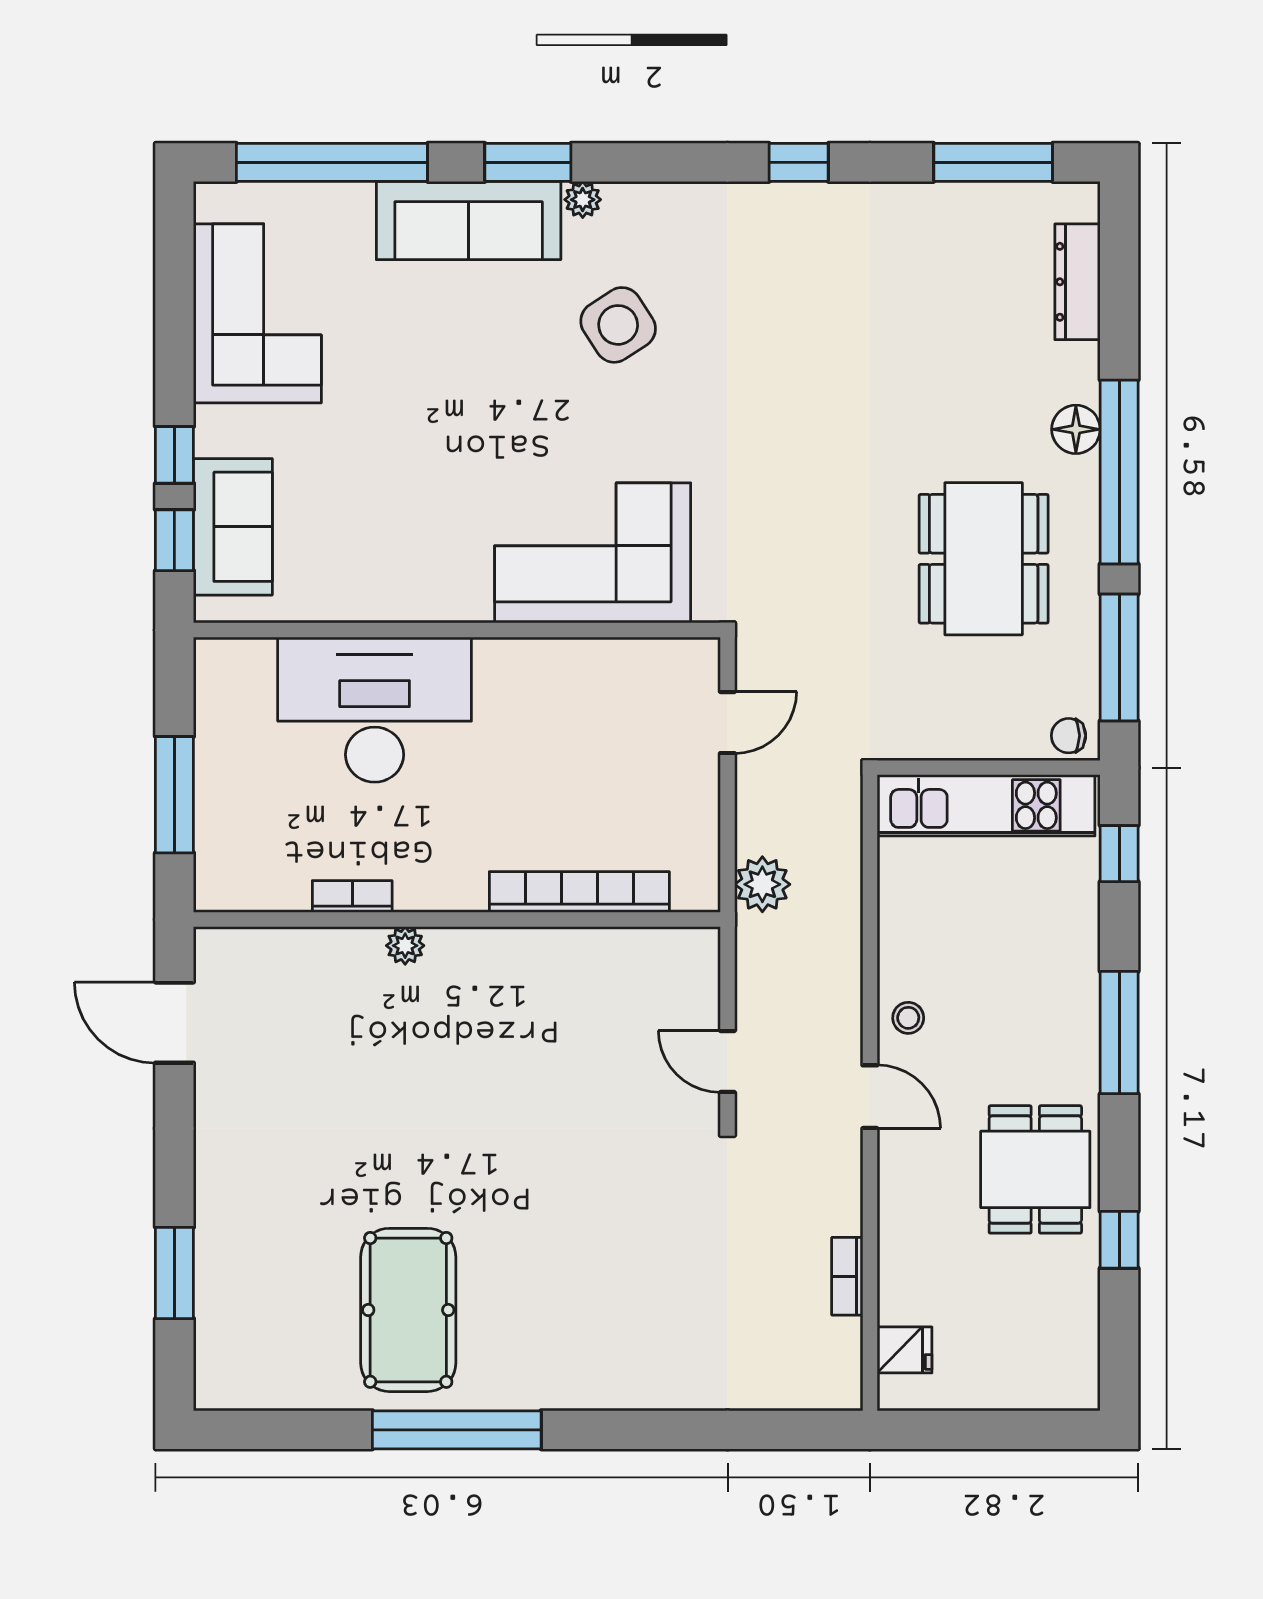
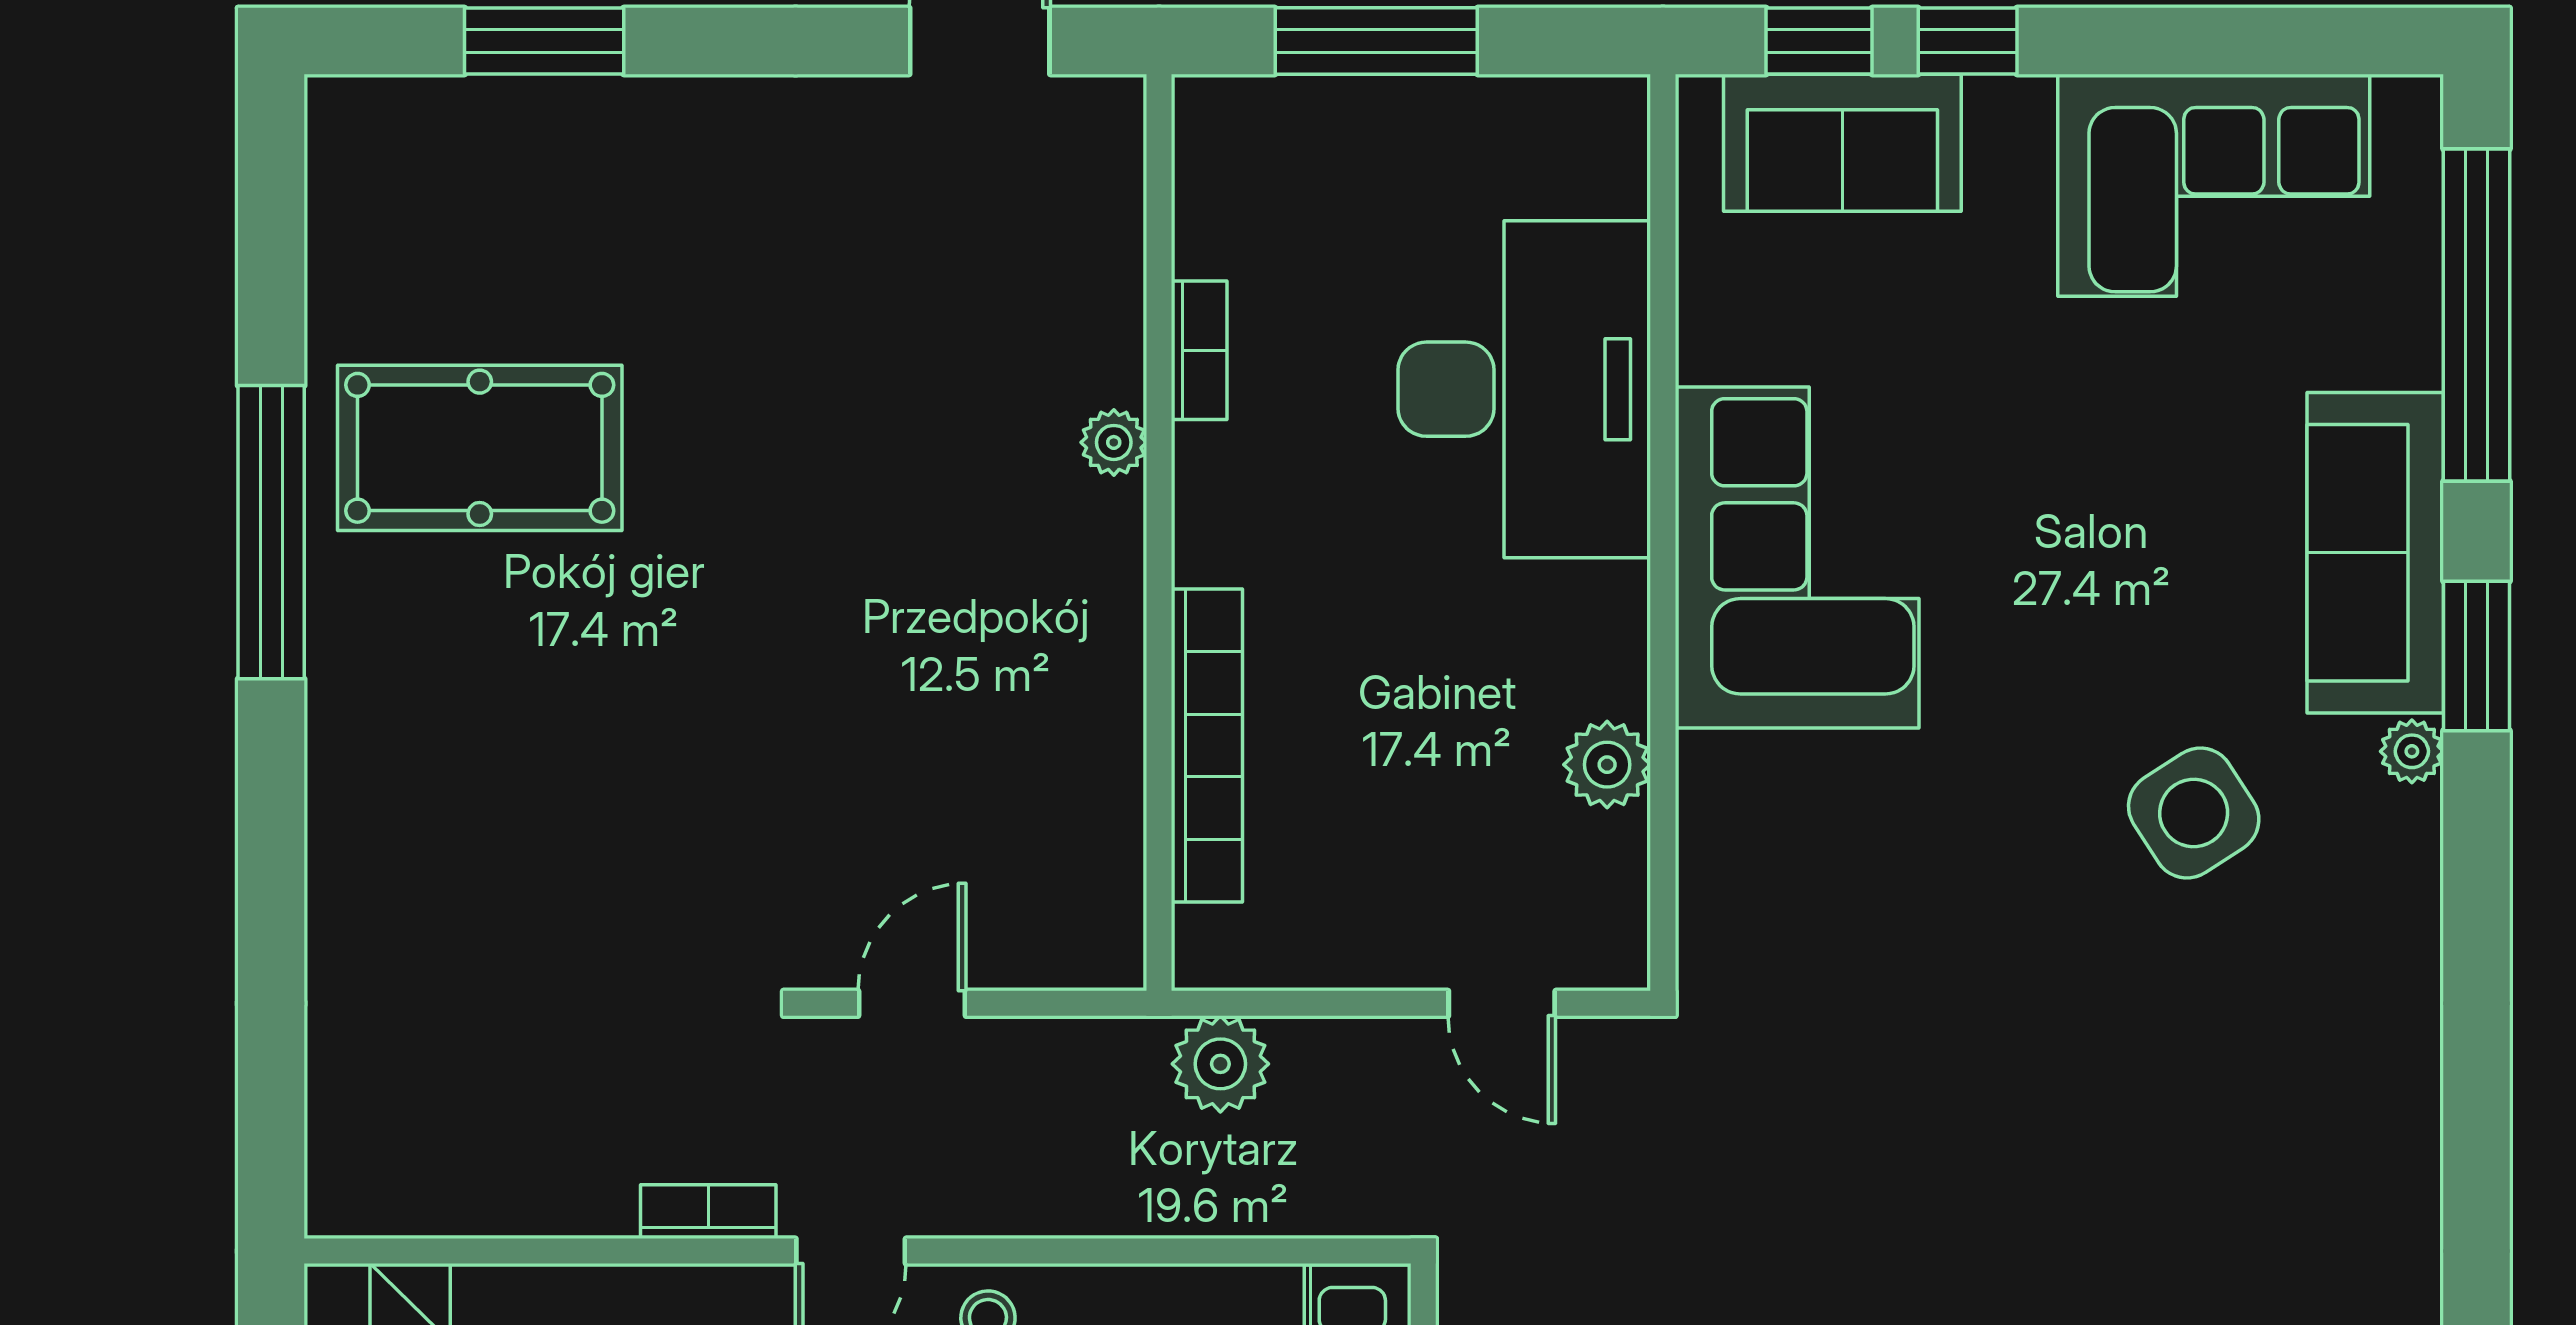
window: (799, 162) -> (2476, 1127), removed
corner sofa: (593, 553) -> (1797, 557), moved
plant: (590, 662) -> (1607, 765), added
bookcase: (847, 1276) -> (708, 1212), moved

